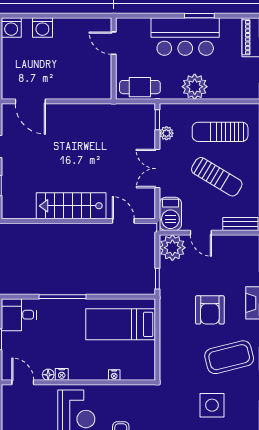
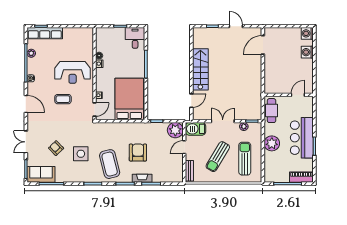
armchair: (210, 310) -> (138, 153), turned 90
bed: (121, 324) -> (129, 99), width x1.50
door: (23, 382) -> (94, 110), moved

